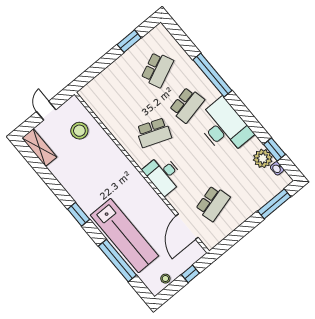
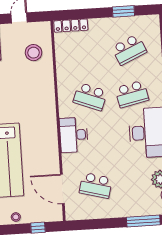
locker: (94, 85) -> (71, 26), added
school desk: (213, 203) -> (96, 185), turned 30
door: (187, 227) -> (62, 189), hinge flipped

